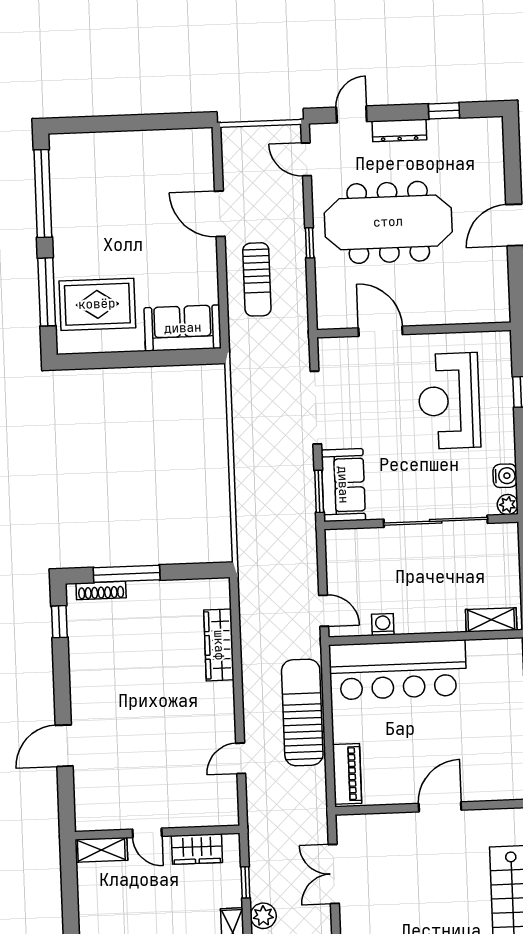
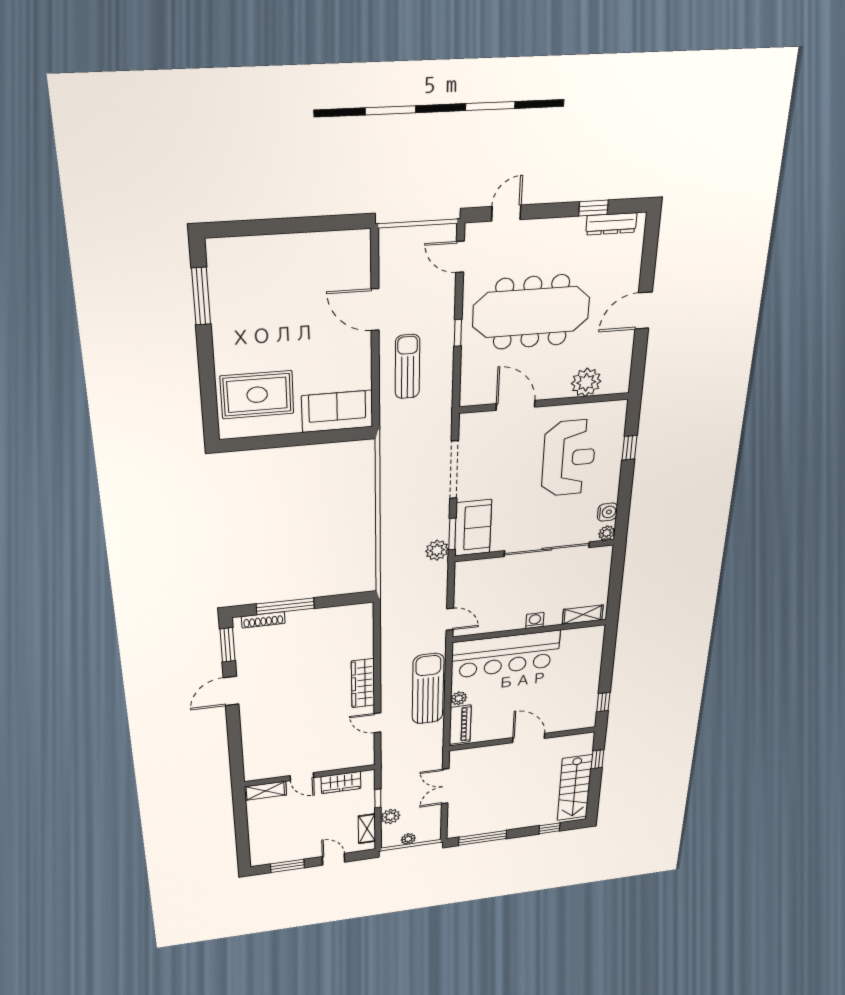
dresser: (399, 130) -> (611, 224), moved
window: (43, 194) -> (201, 296), width x0.68
sun lounger: (257, 279) -> (407, 367), turned 180
window: (47, 292) -> (208, 386), removed
plant: (459, 307) -> (586, 382), added
reception desk: (449, 401) -> (569, 458), turned 180
plant: (302, 512) -> (437, 550), added
window: (59, 622) -> (228, 645), width x1.50
washing machine: (383, 625) -> (535, 620), moved
wardrobe: (219, 645) -> (363, 683), moved
plant: (342, 732) -> (459, 698), added
door: (64, 746) -> (231, 691), moved
door: (241, 758) -> (377, 723), hinge flipped
door: (440, 807) -> (529, 738), hinge flipped

